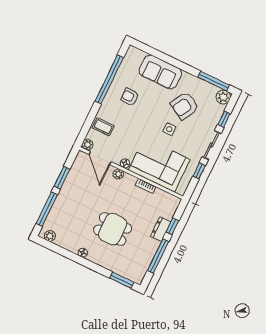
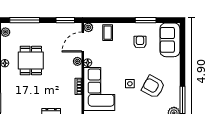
sofa: (160, 72) -> (170, 40), moved
window: (109, 79) -> (146, 20), width x0.47
window: (62, 178) -> (65, 20), moved
dining table: (113, 229) -> (31, 61), moved

